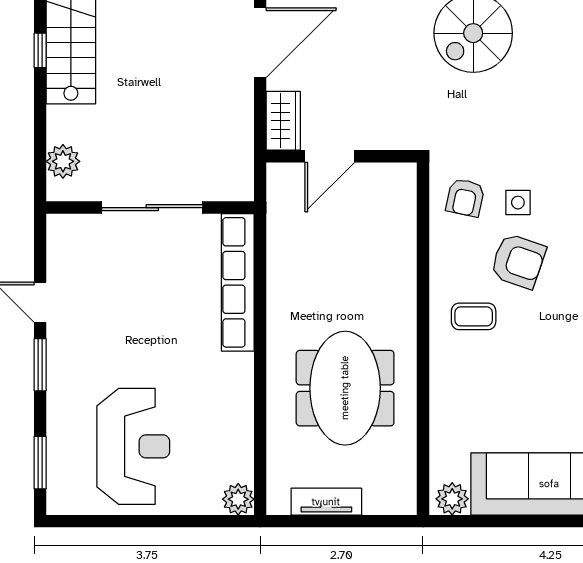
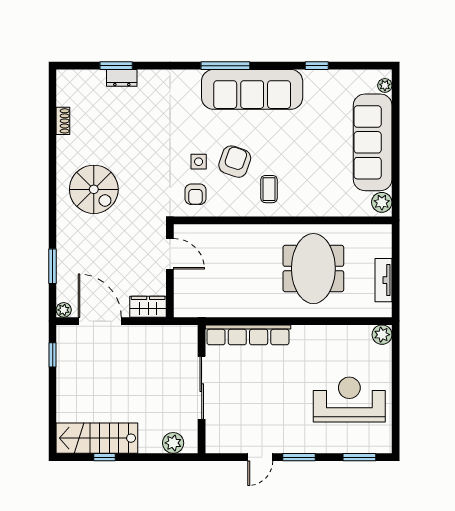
door: (330, 156) -> (170, 254), moved
armchair: (465, 198) -> (196, 194), turned 78
meeting table: (345, 388) -> (313, 269), turned 90

